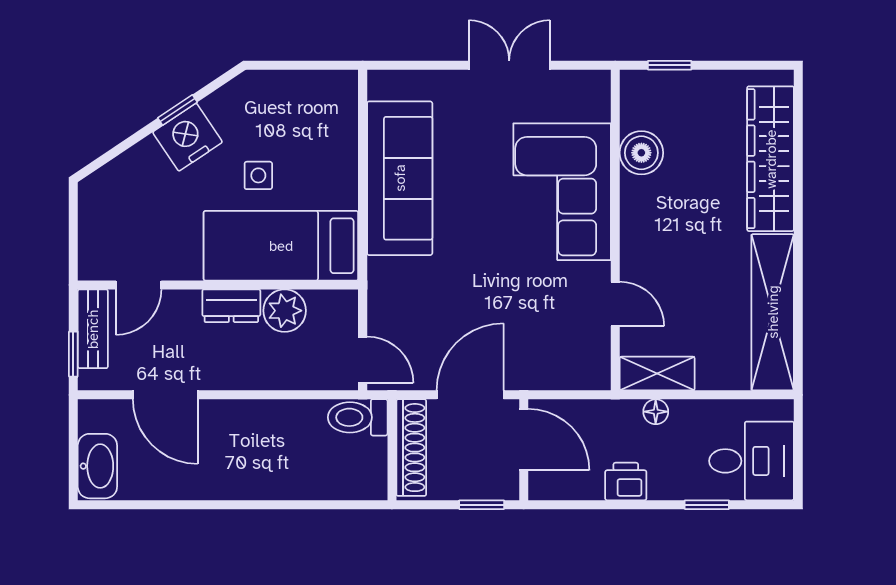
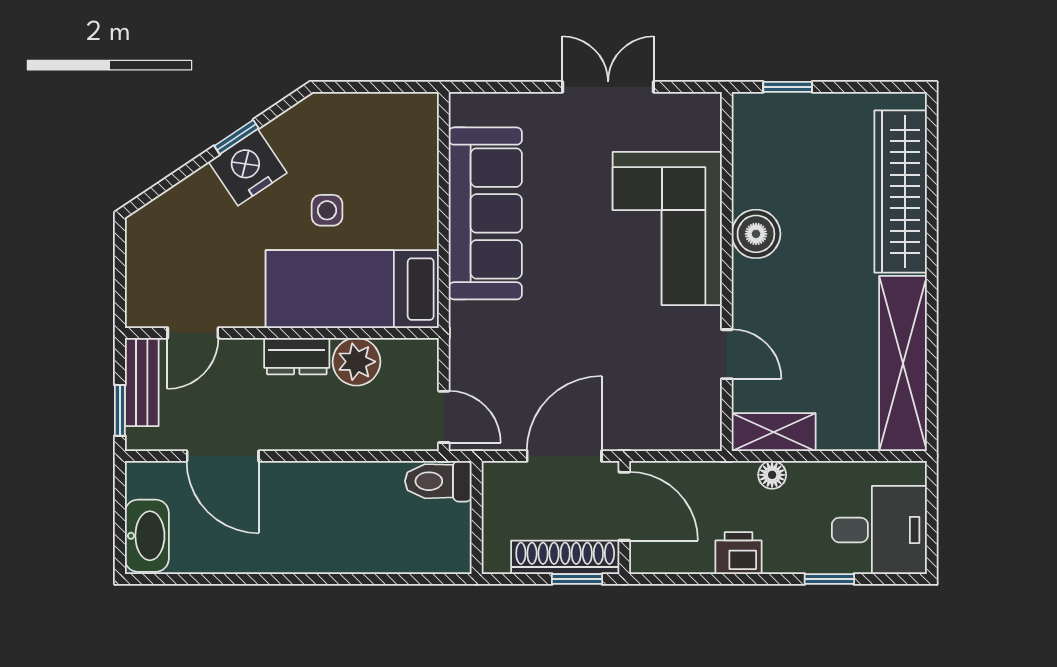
boiler: (641, 153) -> (756, 234), moved
shoe rack: (411, 448) -> (565, 557), moved, turned -90

